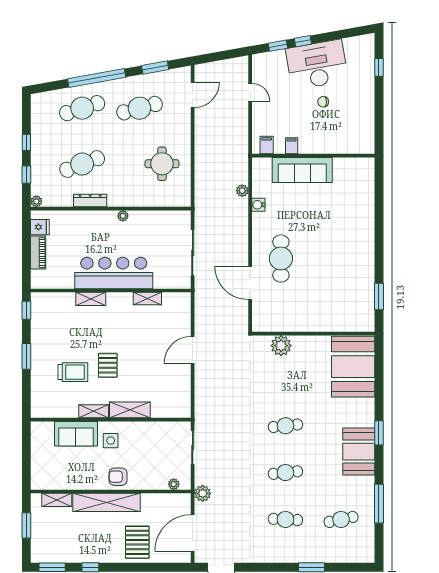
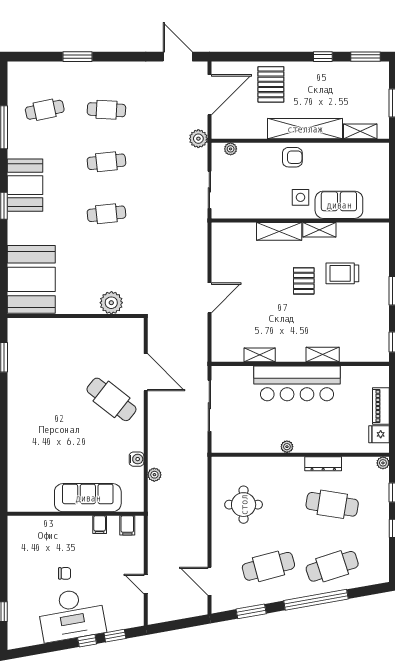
door: (193, 95) -> (209, 581), hinge flipped
cafe table: (82, 164) -> (332, 504), turned 30
cafe table: (281, 258) -> (111, 399), turned -52

